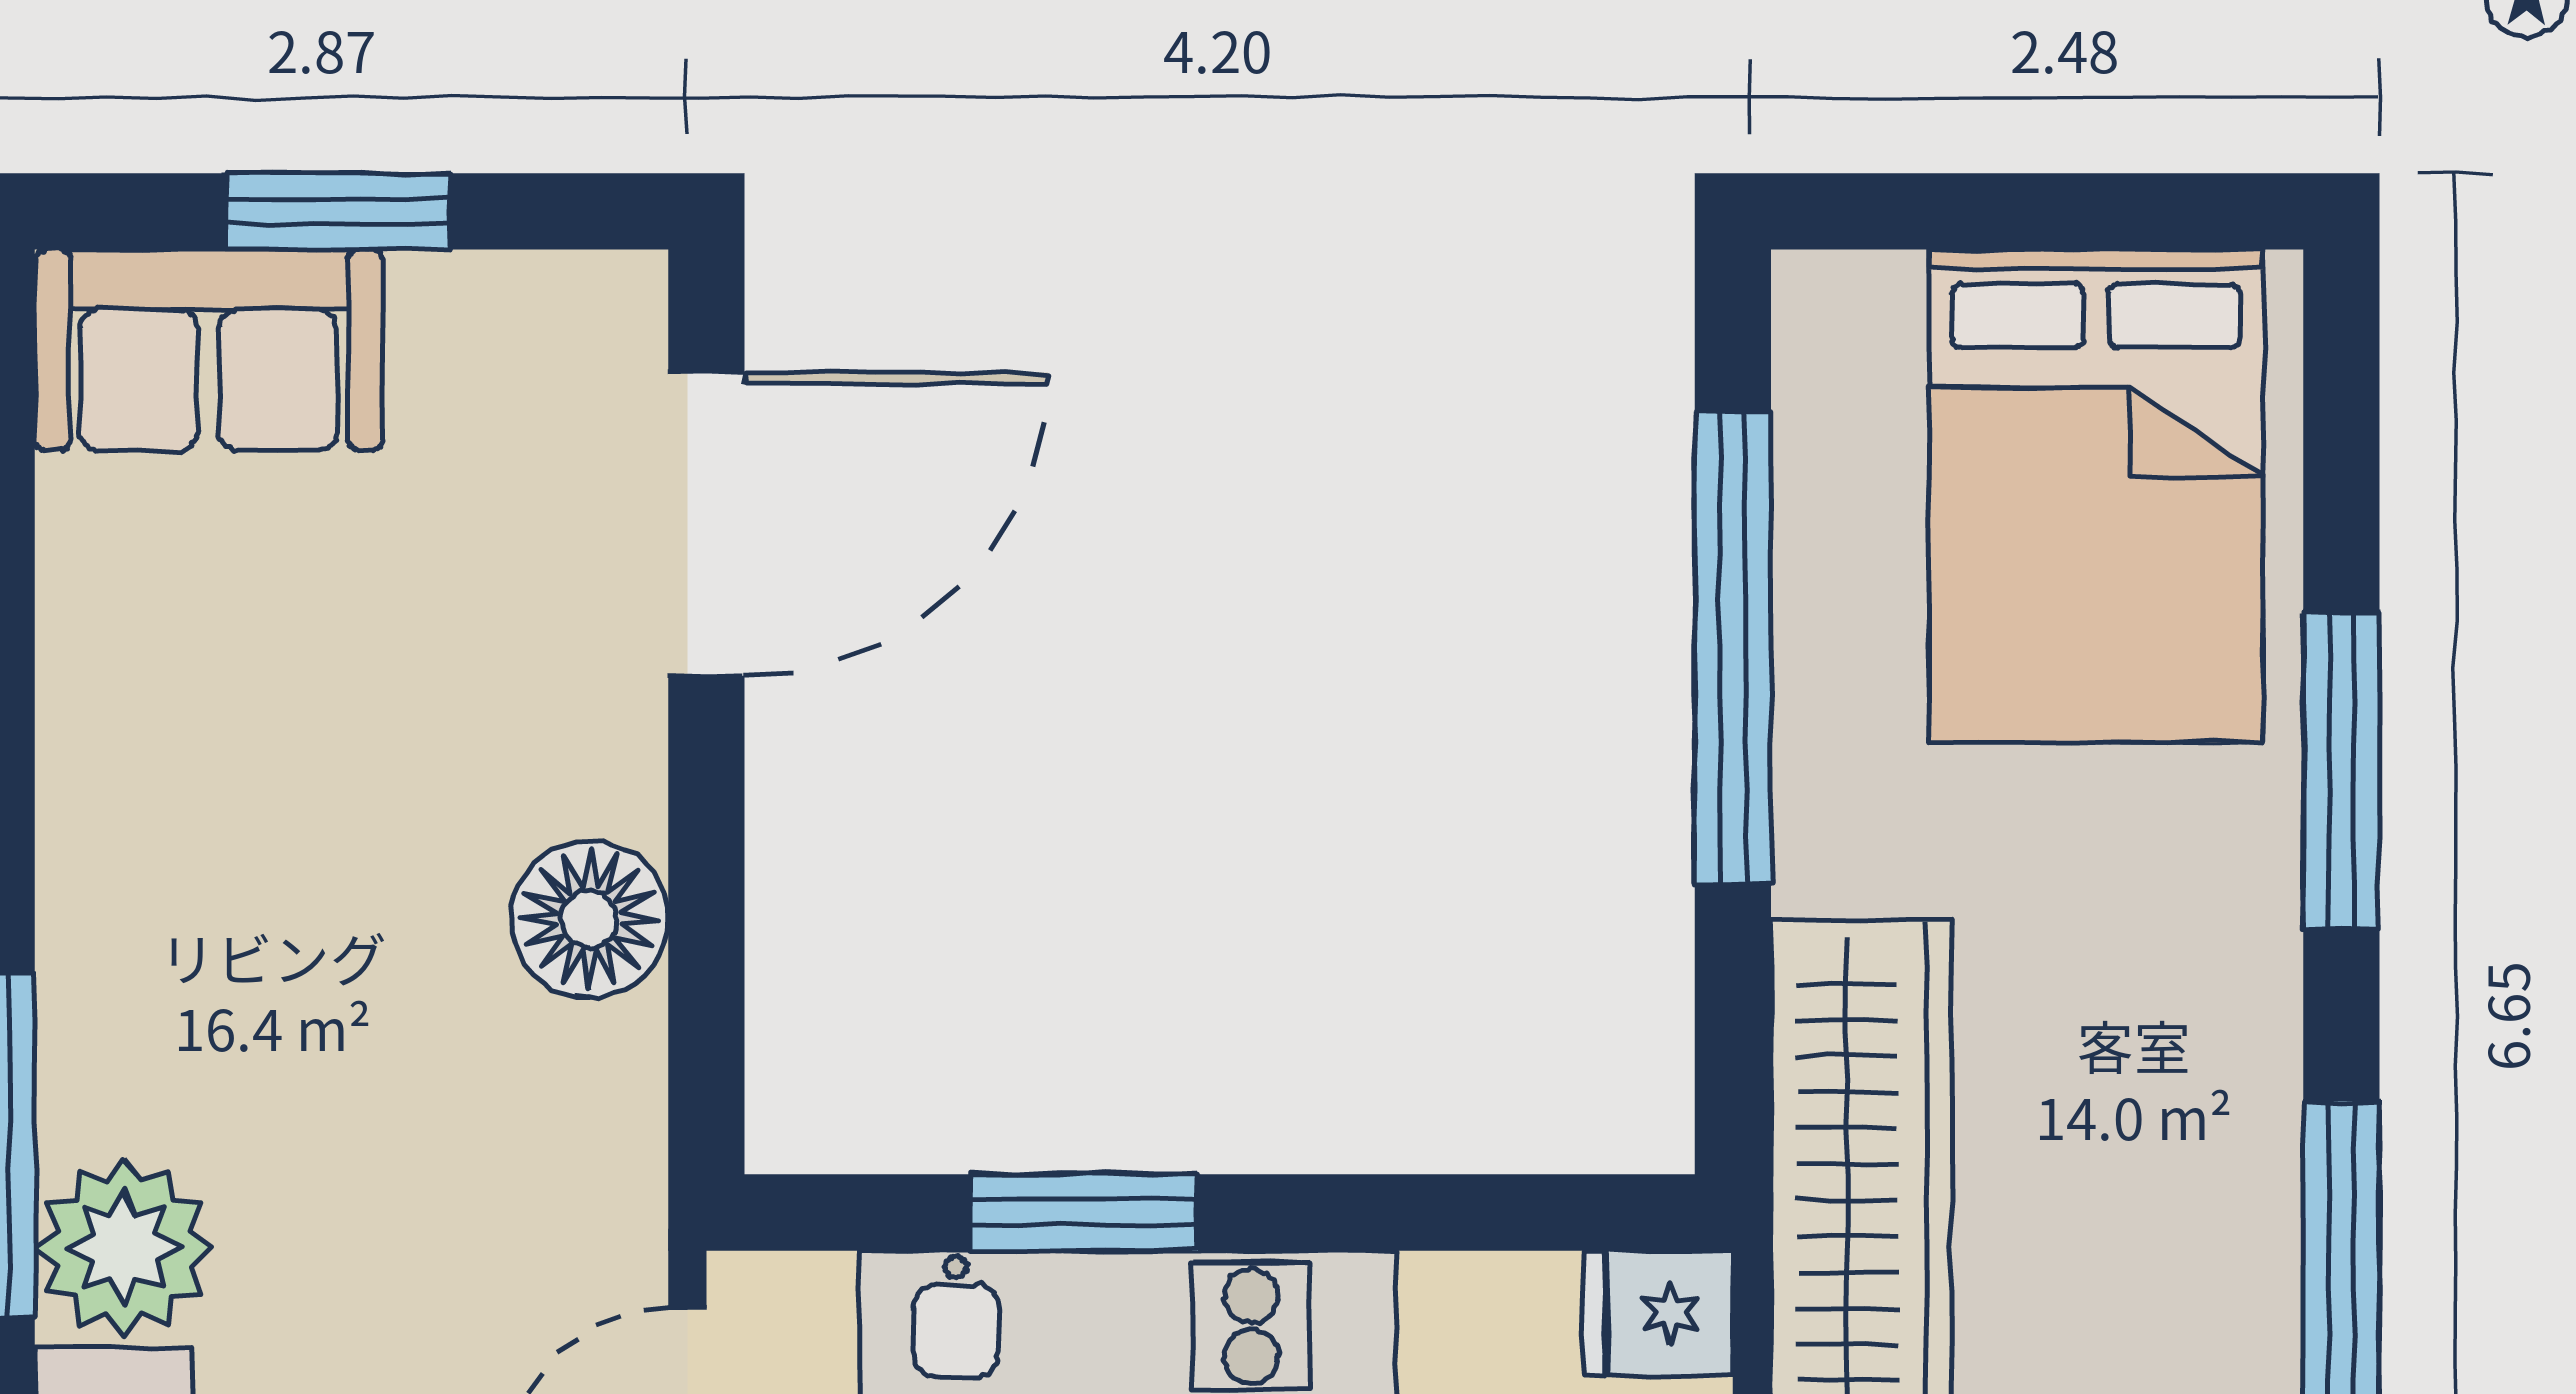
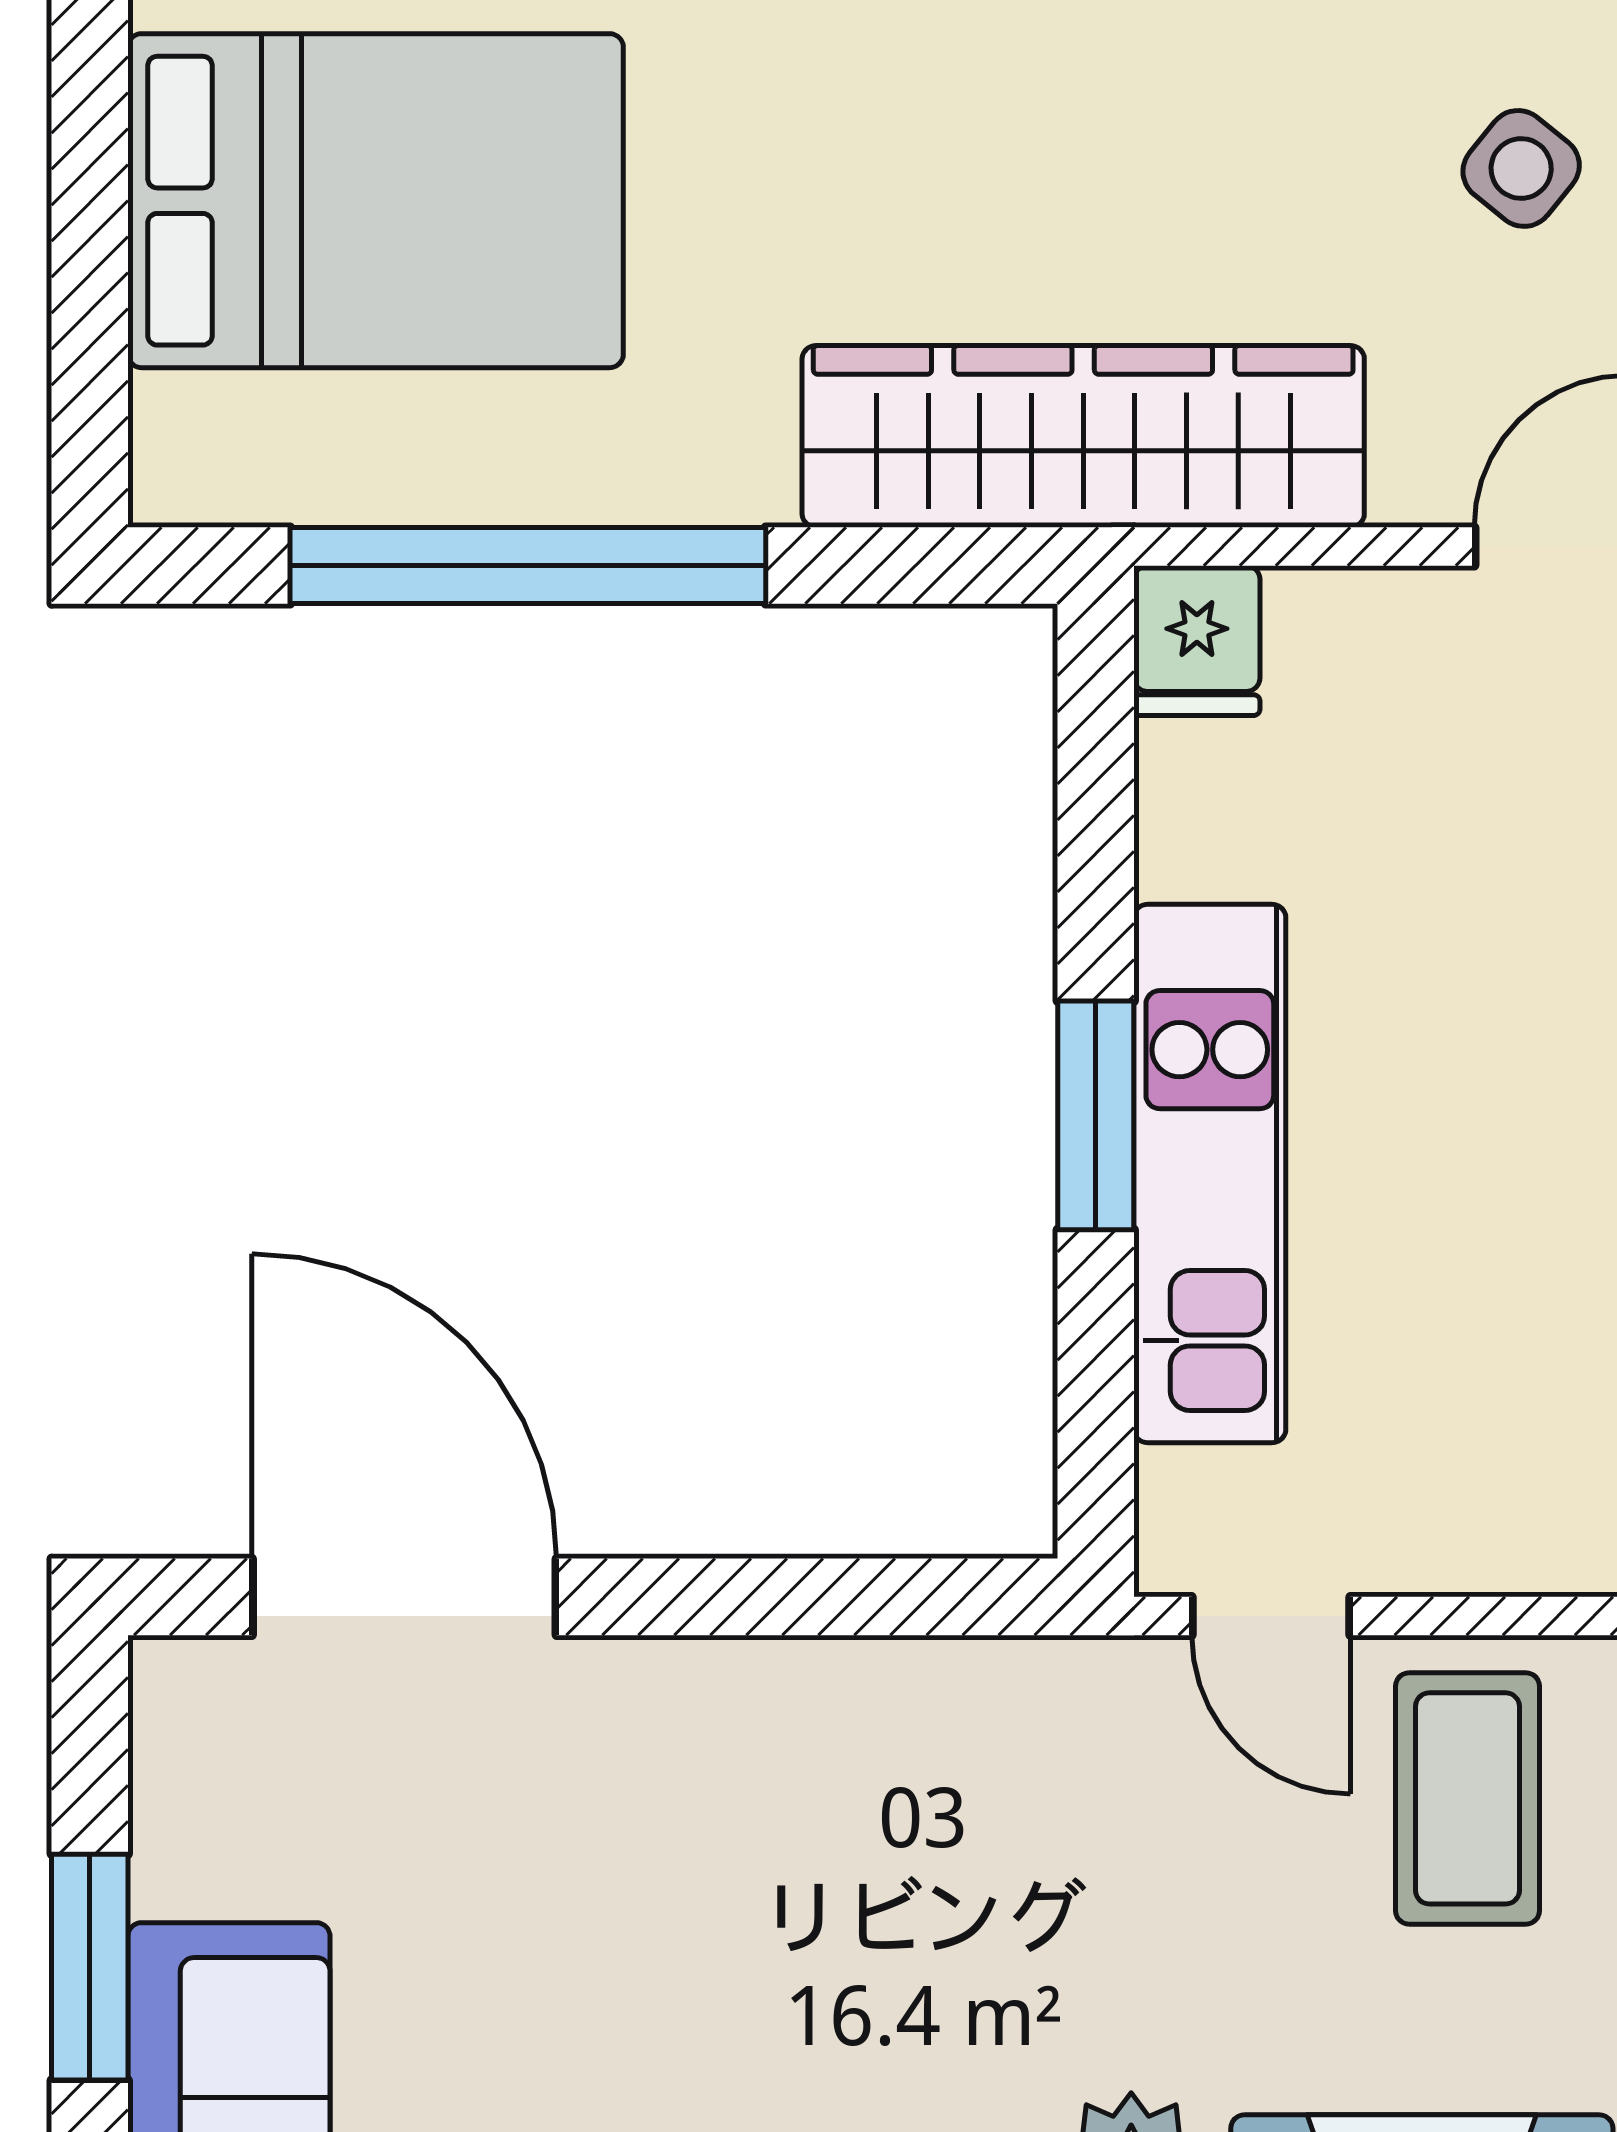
floor lamp: (589, 919) -> (801, 1714), removed
window: (1084, 1213) -> (1096, 1115), moved

